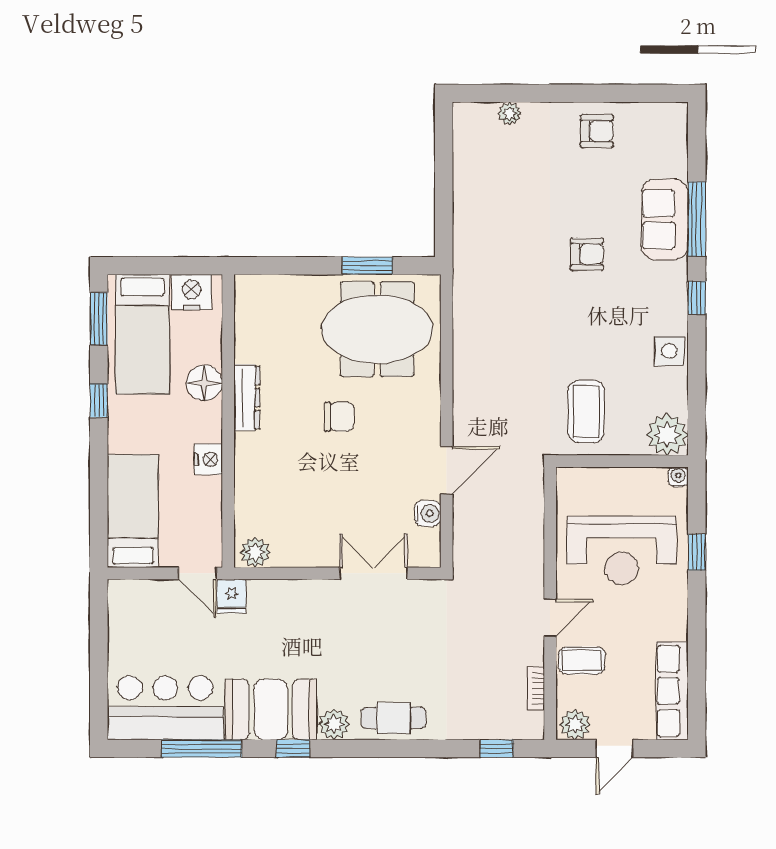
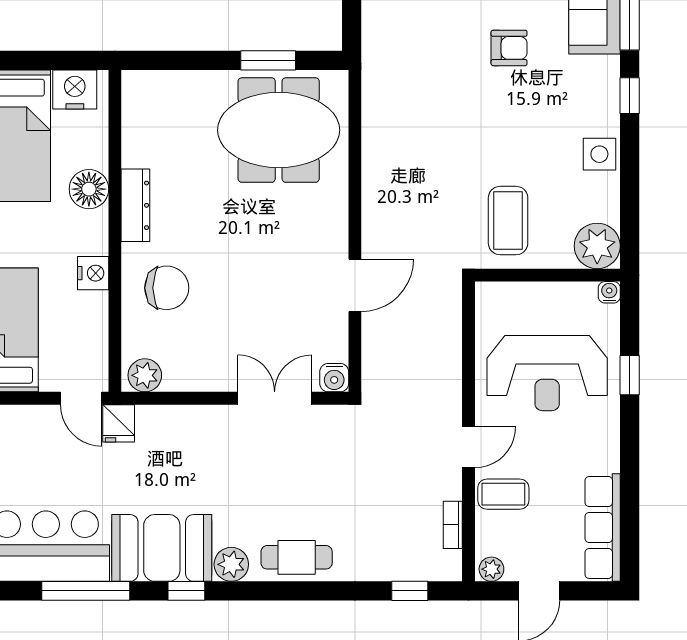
chair: (339, 417) -> (167, 288), moved, width x1.37, depth x1.37
water cooler: (428, 513) -> (334, 378), moved, turned 90
plant: (575, 725) -> (491, 569), width x0.73, depth x0.73

